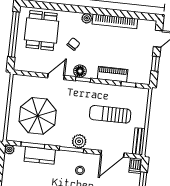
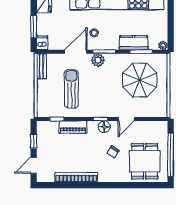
plant: (87, 18) -> (103, 177), removed
sun lounger: (110, 114) -> (71, 89), turned -90
door: (112, 154) -> (76, 52), moved

